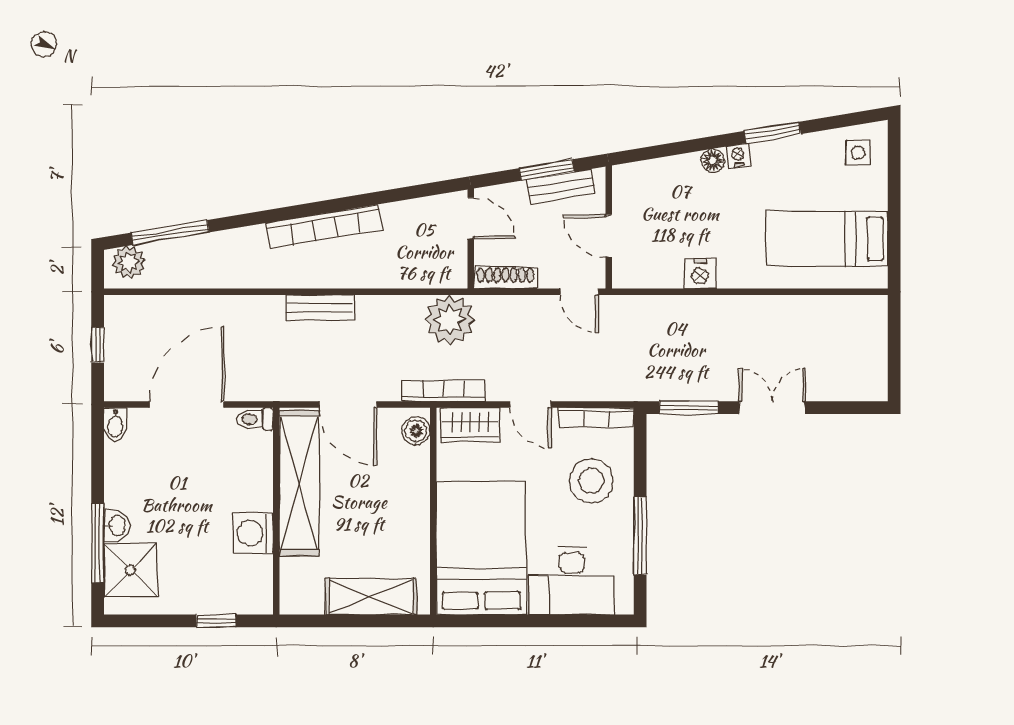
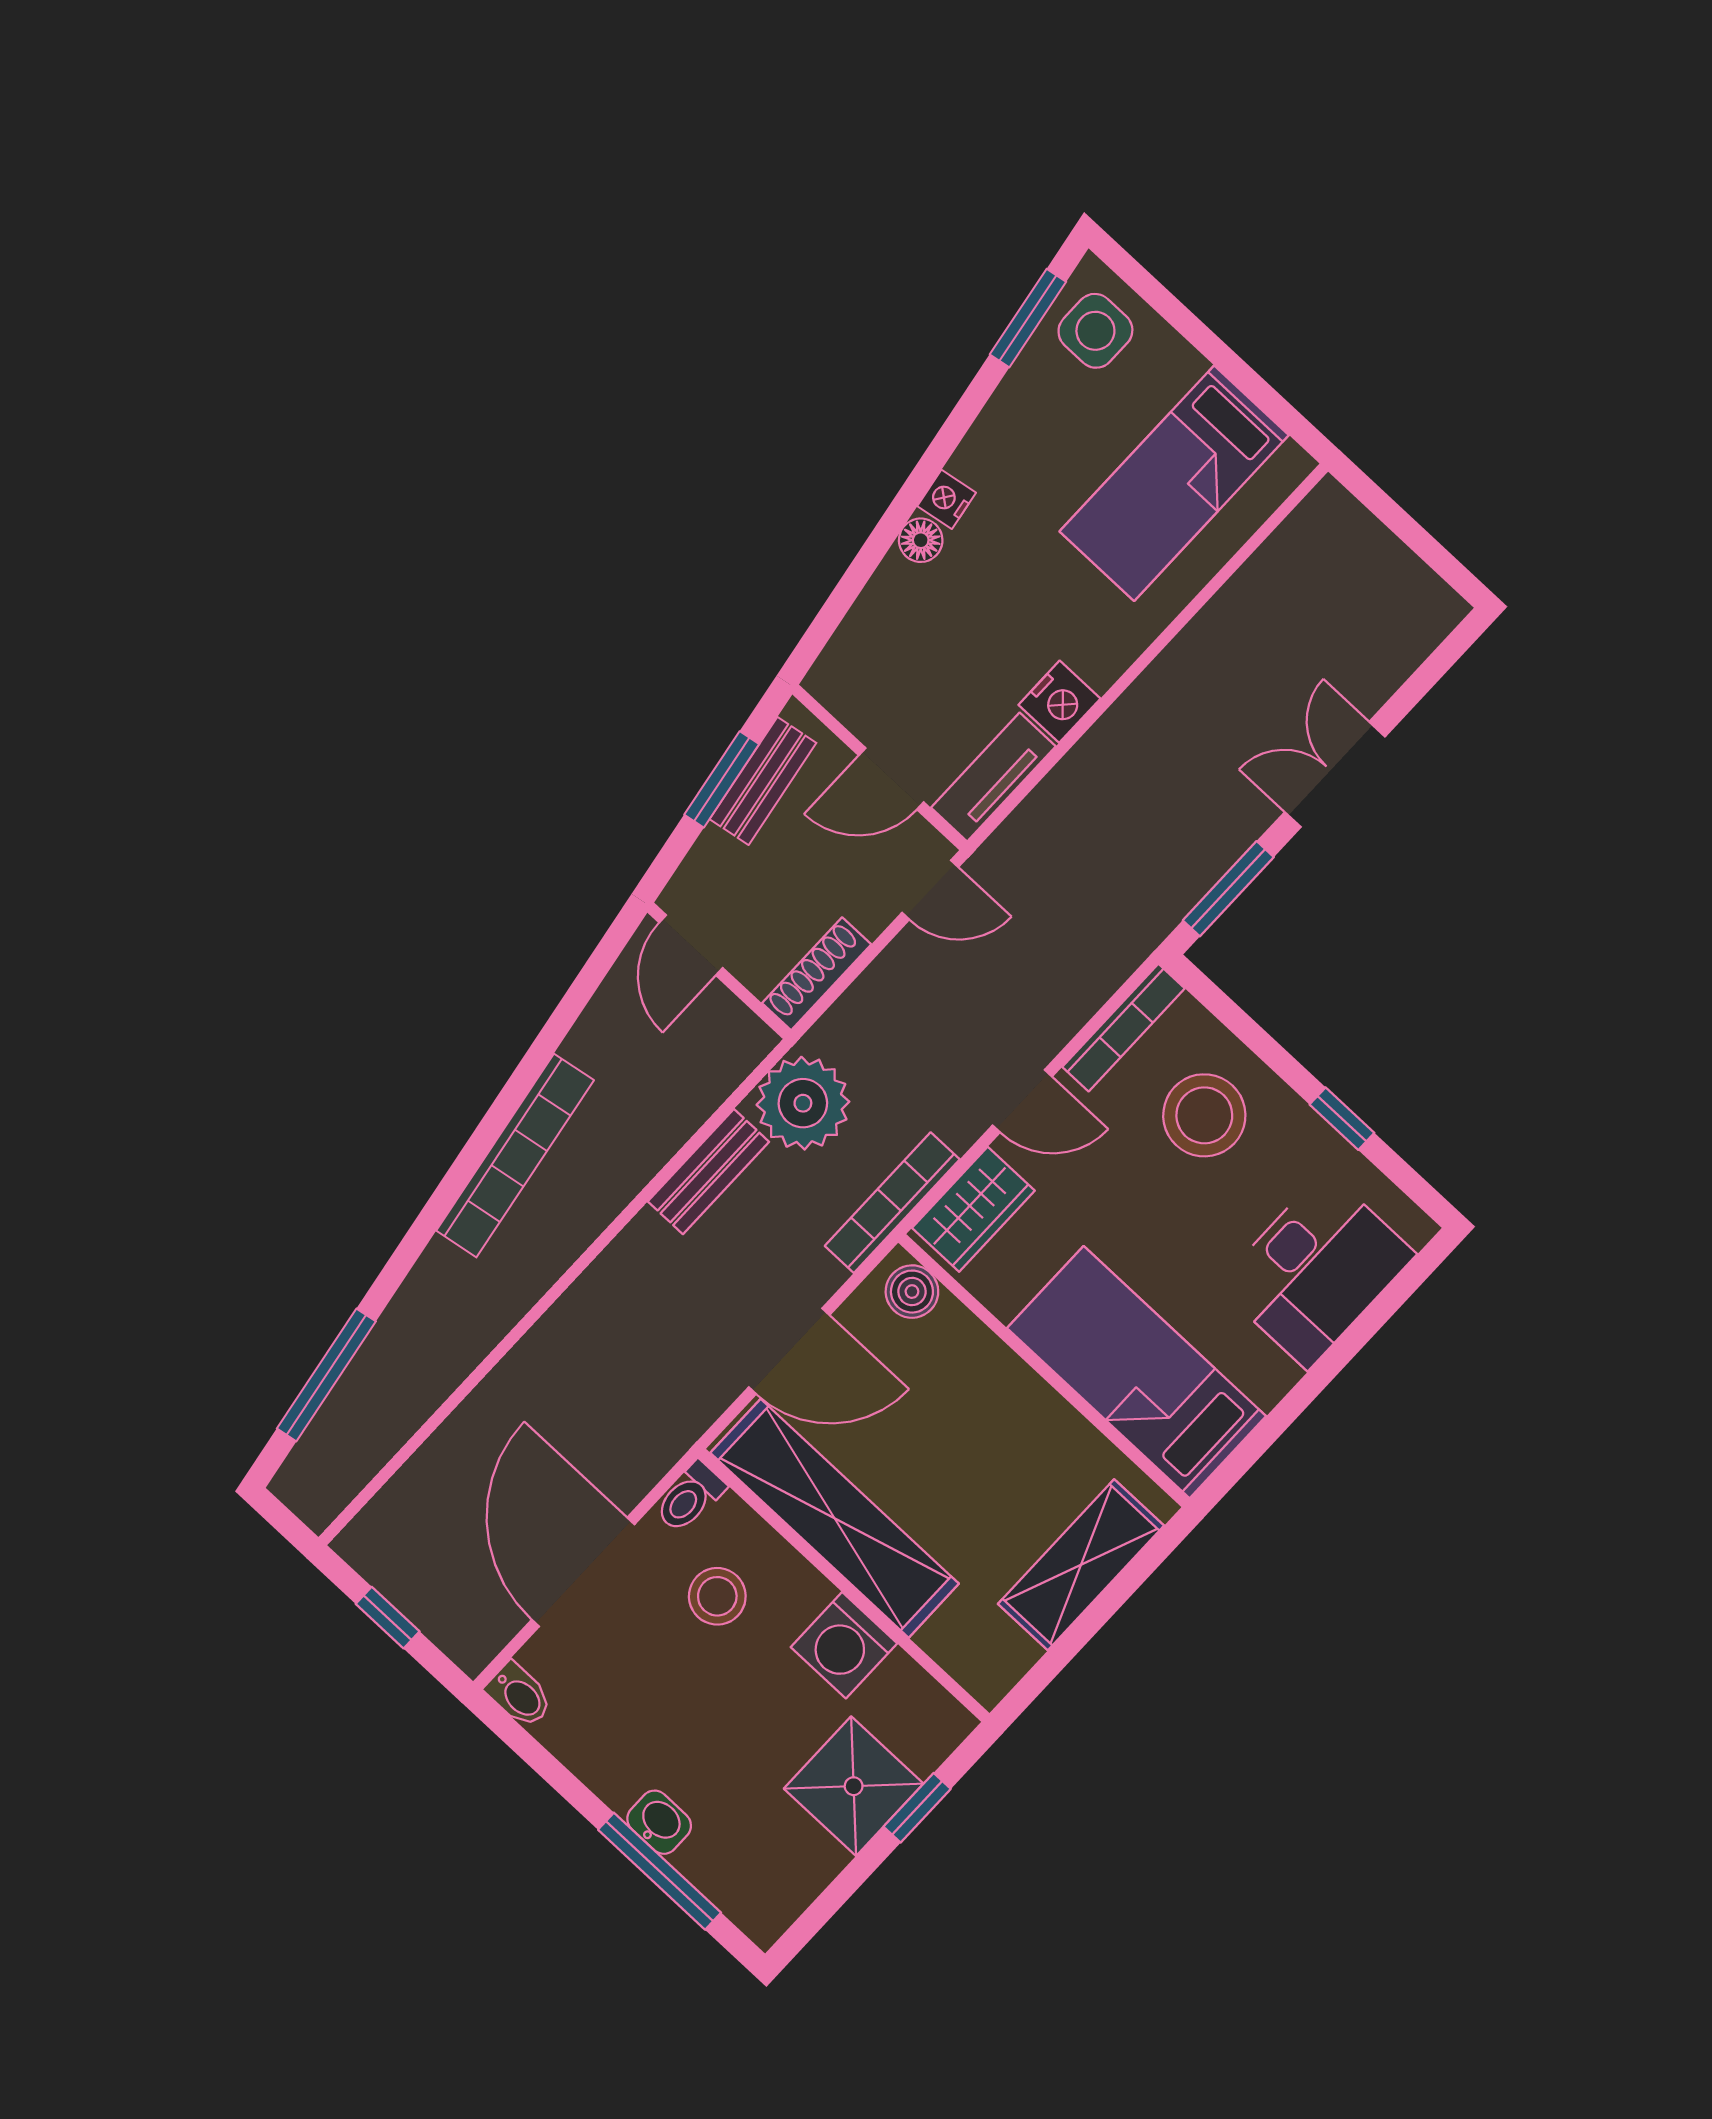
window: (773, 133) -> (1028, 318), moved
side table: (858, 153) -> (1095, 331), width x1.37, depth x1.37
door: (471, 218) -> (691, 945), swing flipped
plant: (129, 262) -> (315, 1470), removed
tv unit: (647, 275) -> (993, 777), added
bench: (320, 308) -> (708, 1172), moved
stool: (226, 466) -> (717, 1596), added
window: (640, 536) -> (1342, 1119), width x0.46
bed: (481, 548) -> (1137, 1372), width x0.67
shower: (130, 570) -> (854, 1786), moved

